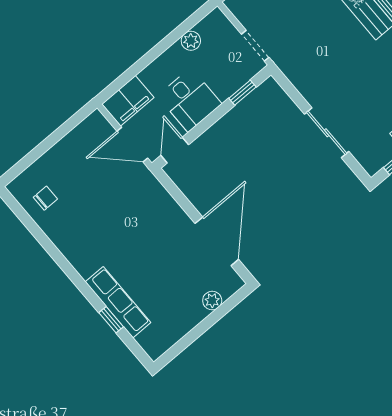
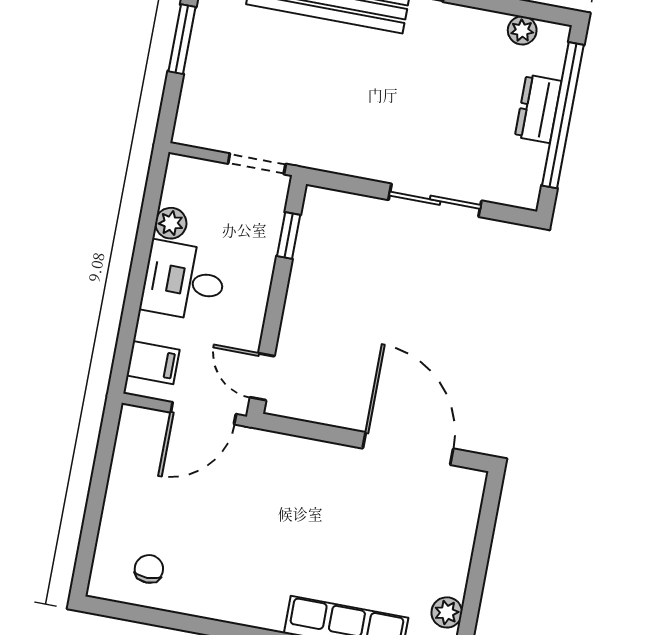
desk: (190, 100) -> (184, 281), moved, turned 180
filing cabinet: (128, 101) -> (153, 363), width x0.50
plant: (212, 301) -> (447, 612), moved

